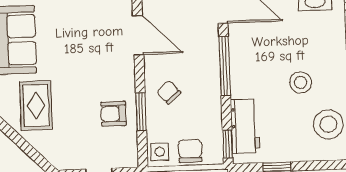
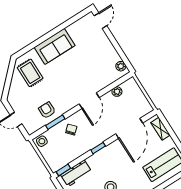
window: (225, 66) -> (98, 148), width x0.46
rug: (36, 106) -> (30, 73), turned 90
chair: (190, 151) -> (50, 155), removed

